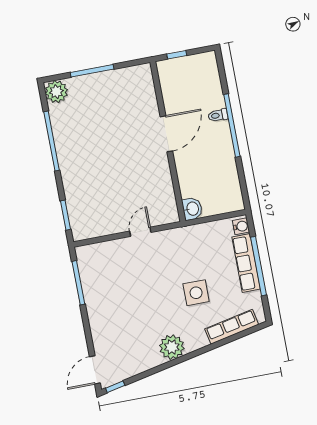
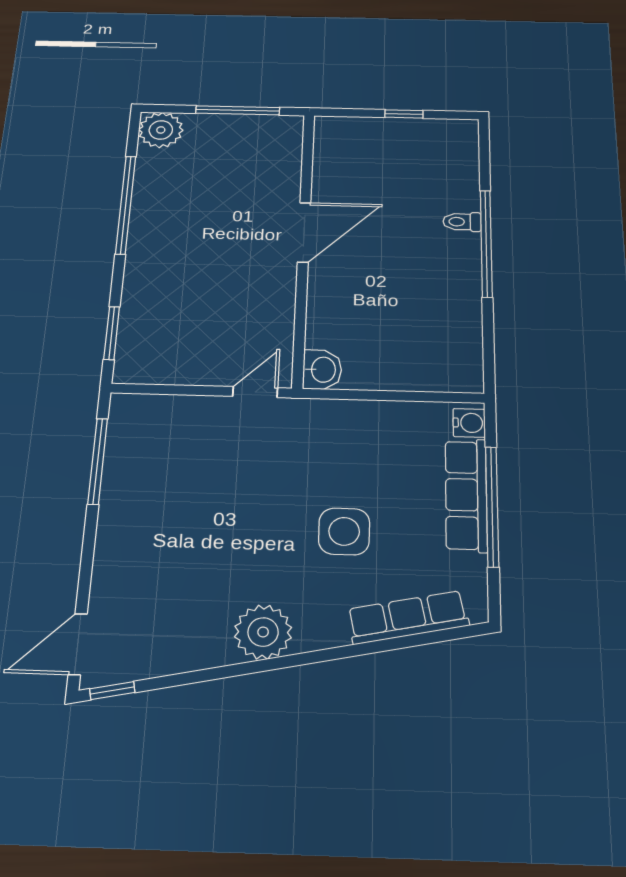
door: (166, 134) -> (304, 232), moved
wall: (168, 142) -> (303, 245), moved
washbasin: (192, 209) -> (322, 370), moved

